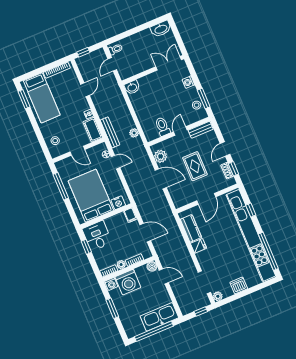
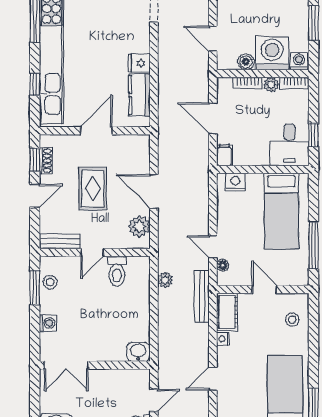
bed: (91, 196) -> (281, 211), width x0.67
boiler: (152, 266) -> (246, 62), moved

